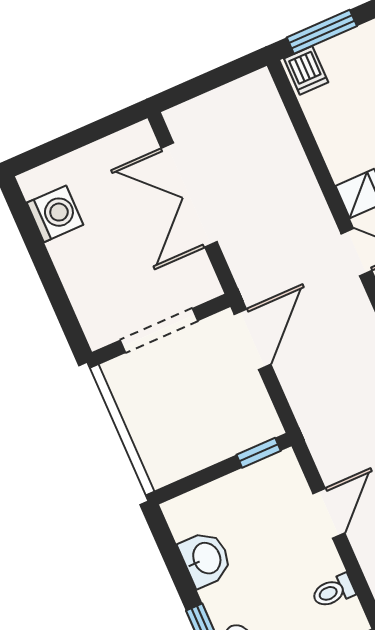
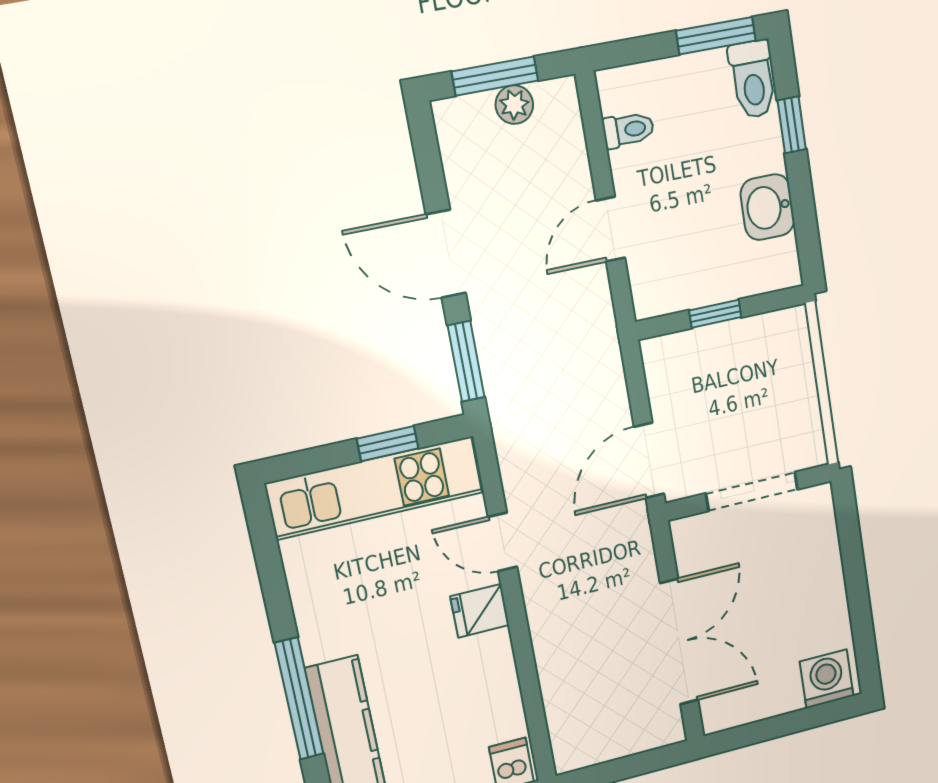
washing machine: (55, 214) -> (827, 679), moved, turned 90
window: (259, 453) -> (715, 314), moved

